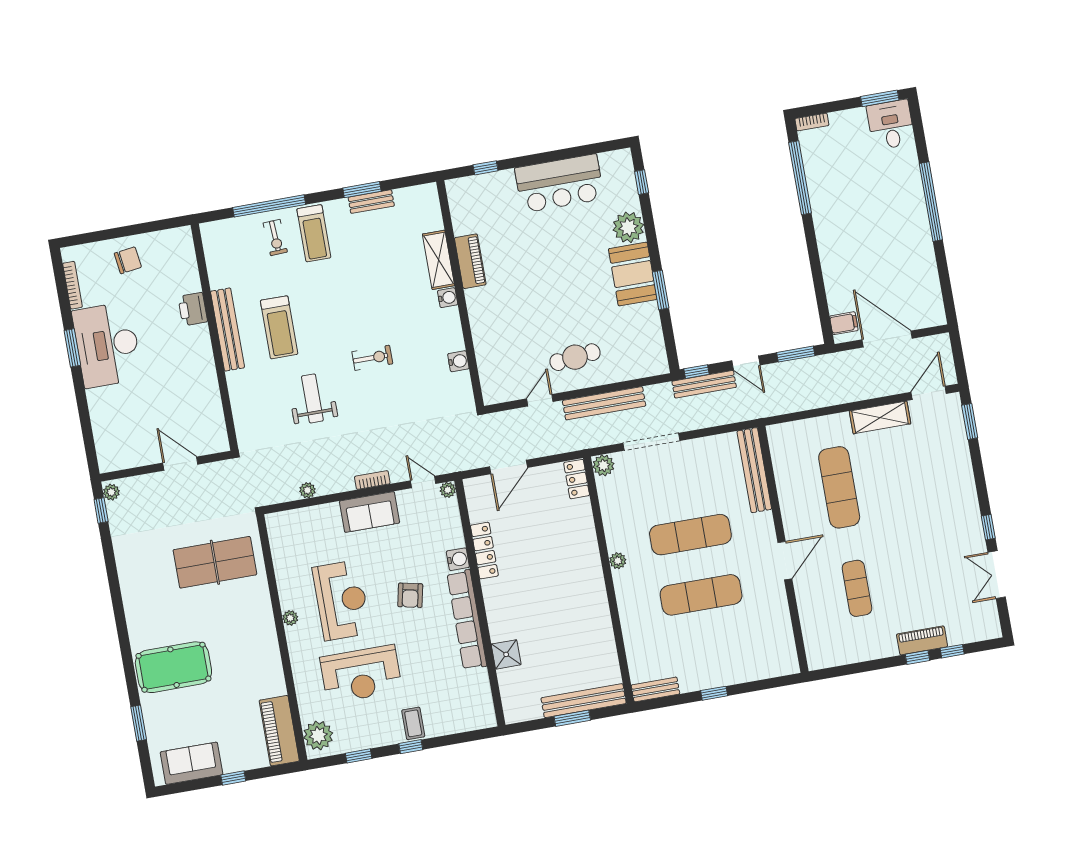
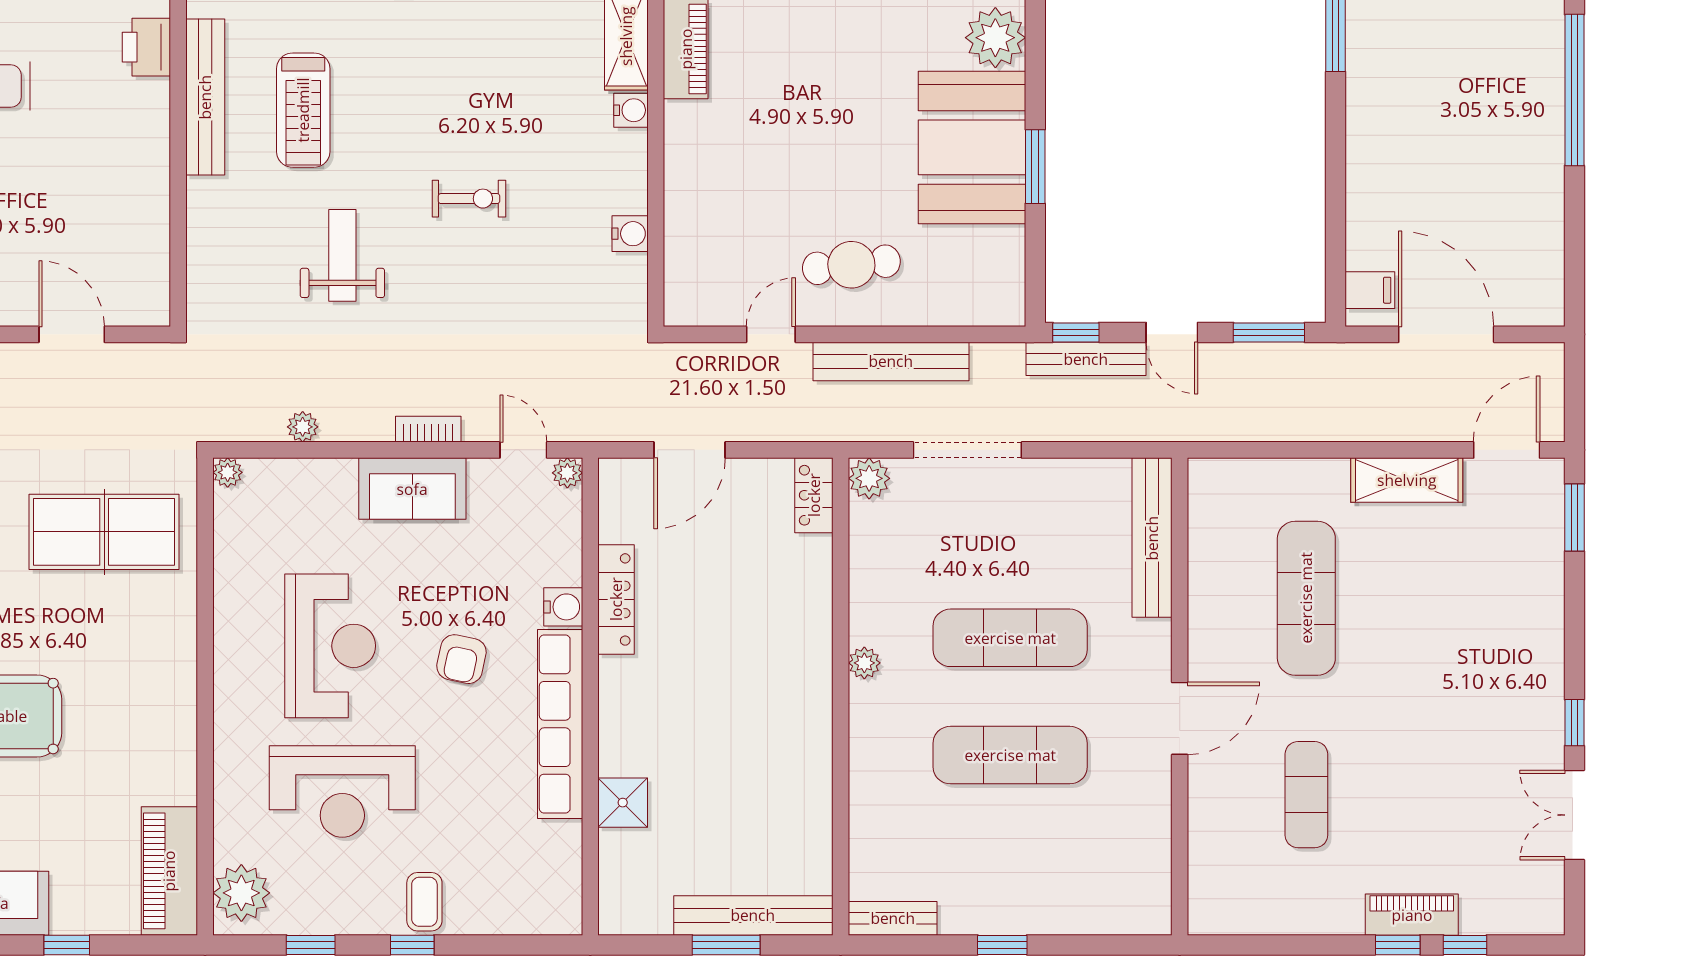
booth: (633, 274) -> (972, 147), width x1.36, depth x1.42
plant: (290, 618) -> (228, 472), moved

